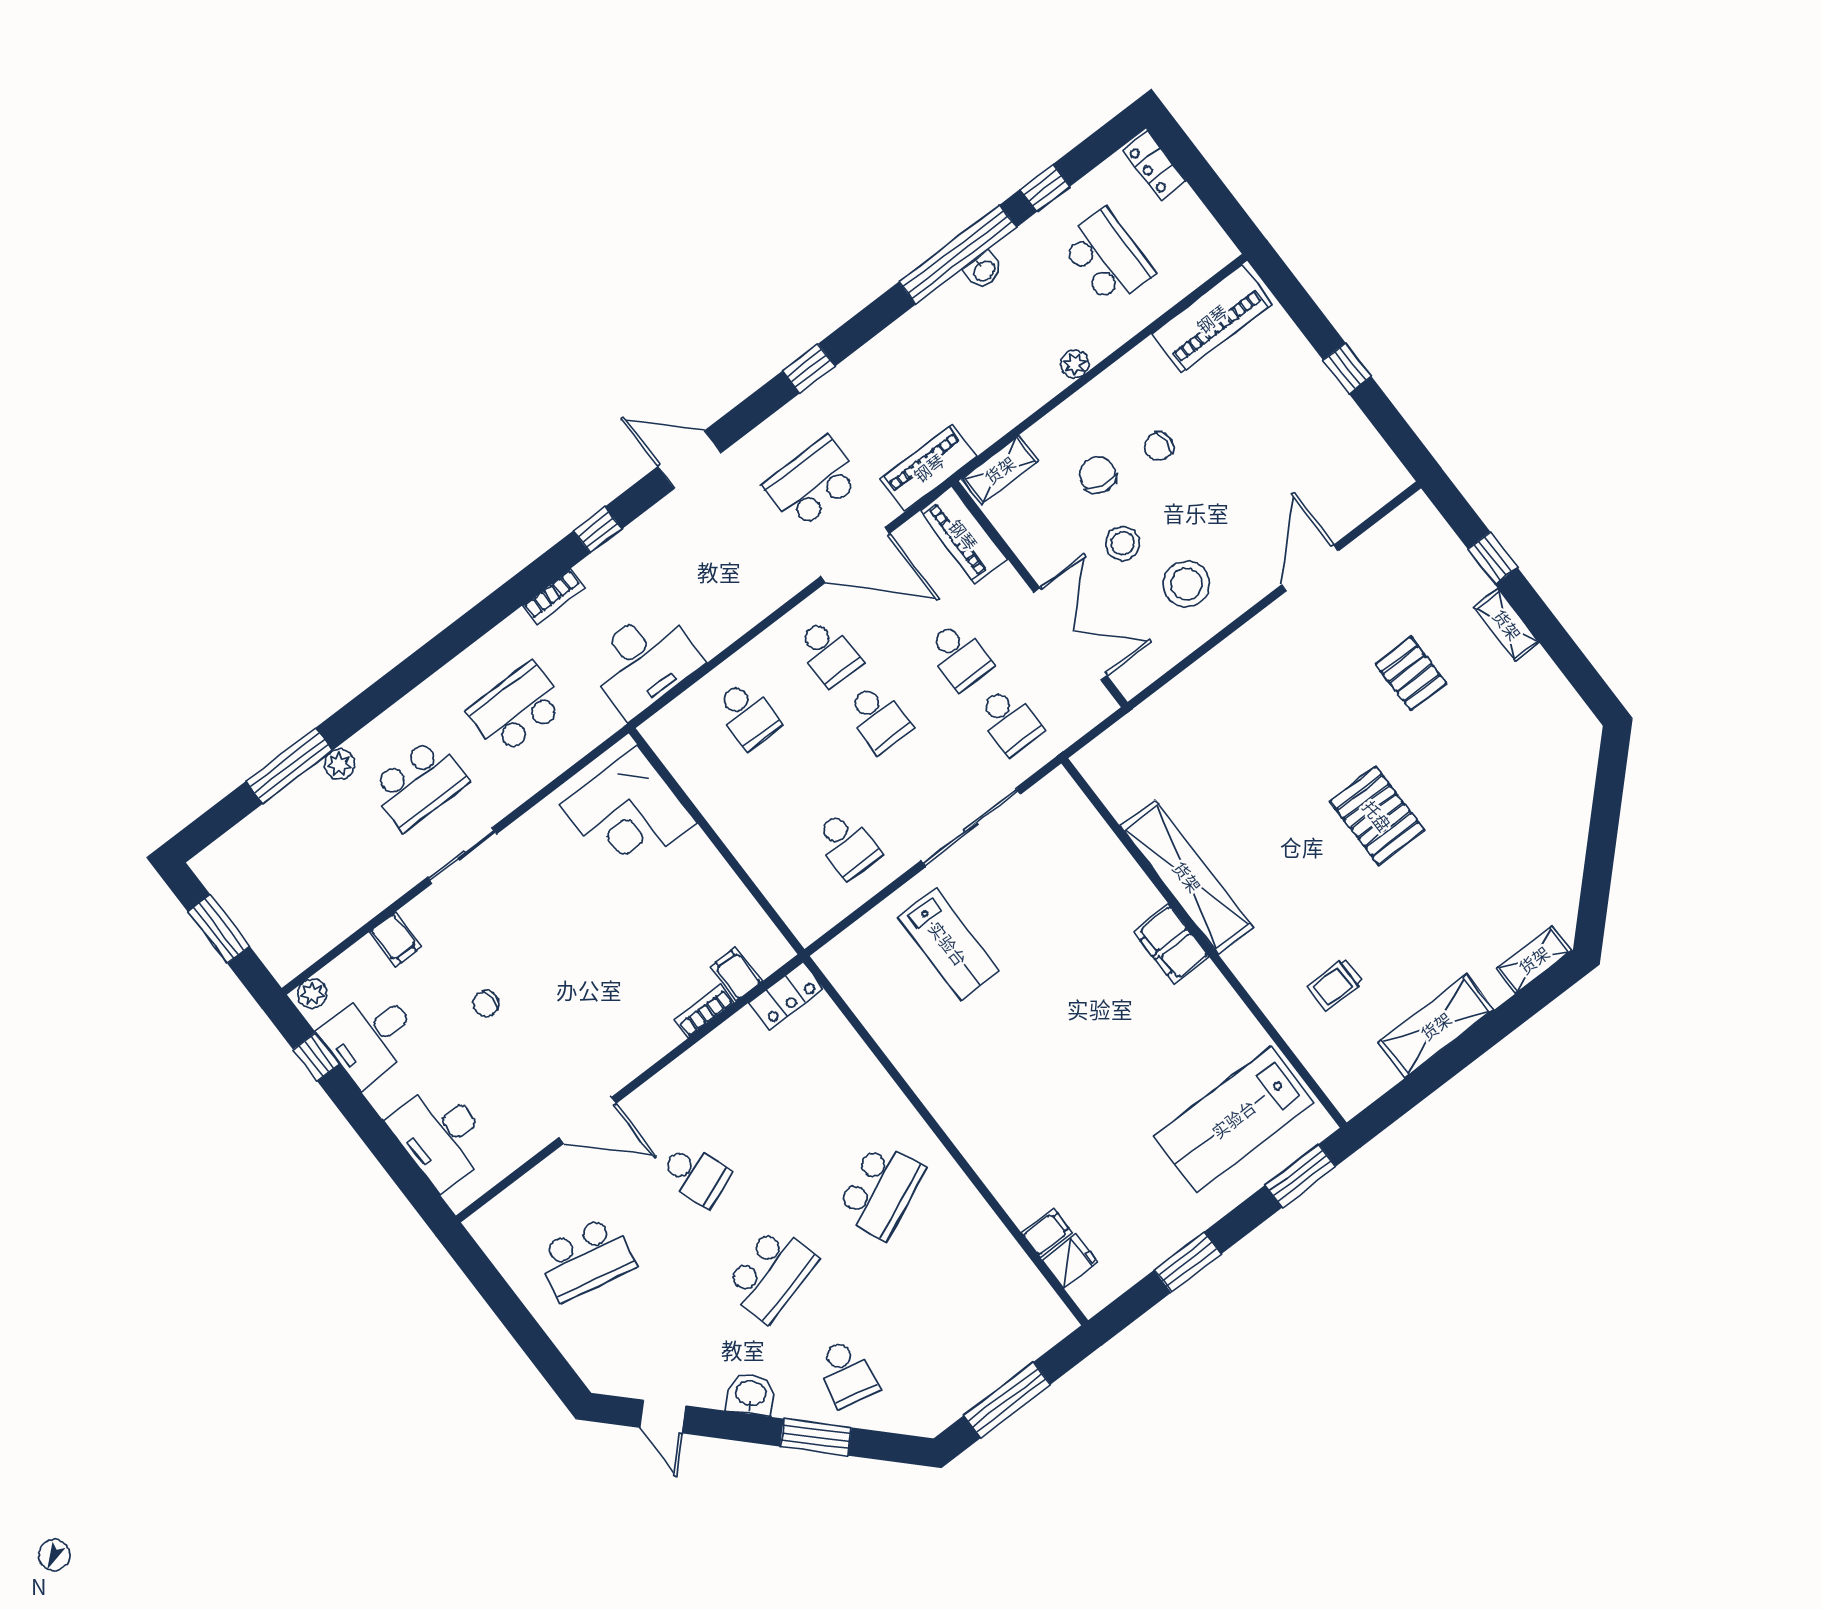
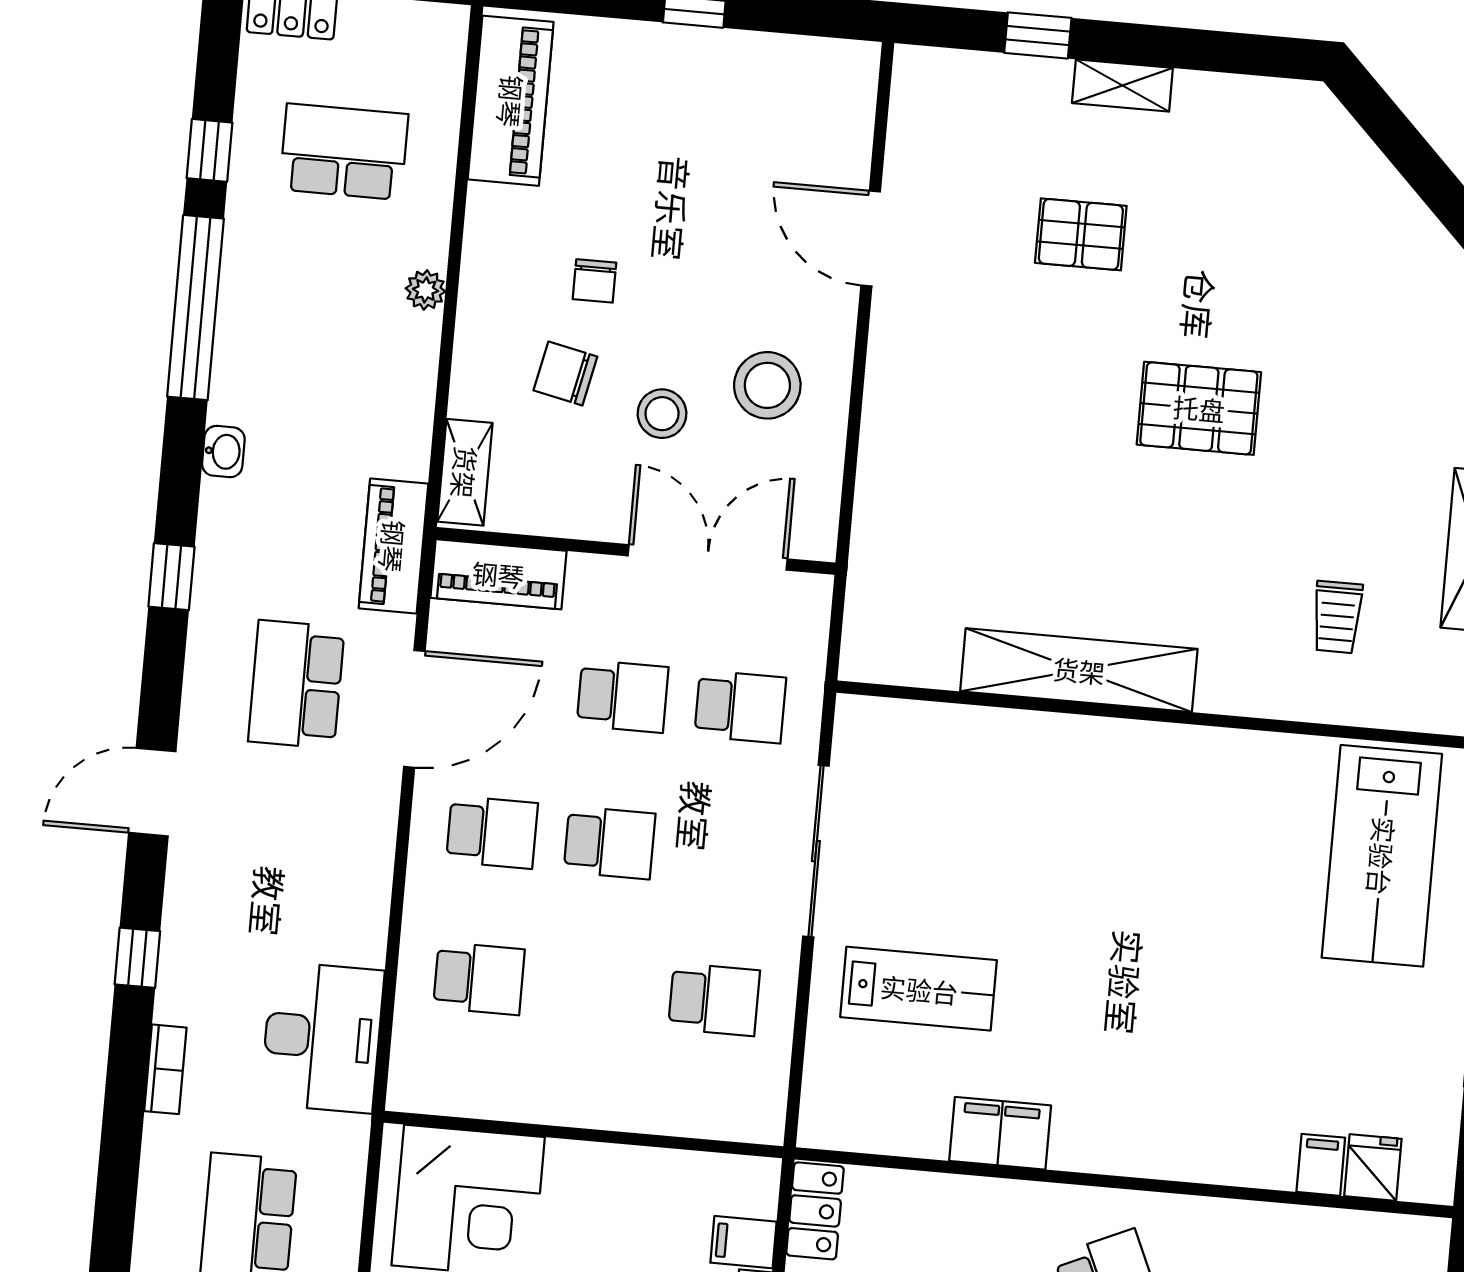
washbasin: (984, 270) -> (223, 452), moved
filing cabinet: (1171, 944) -> (1000, 1133), moved, turned 180

